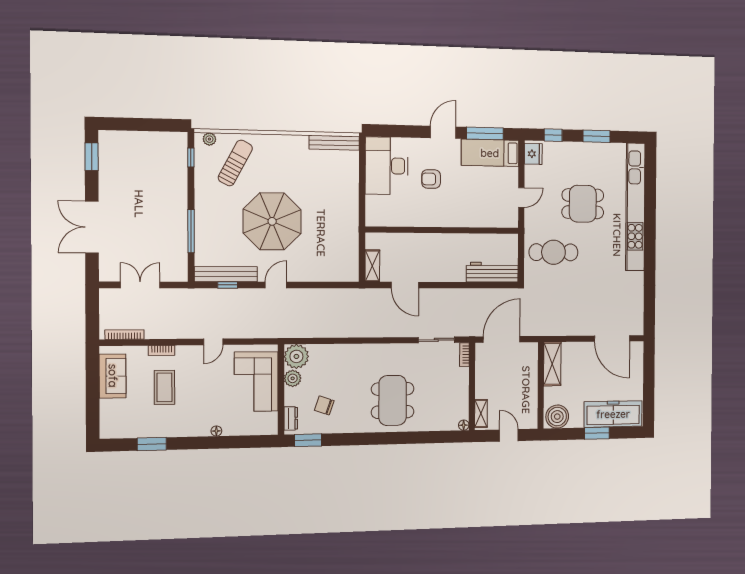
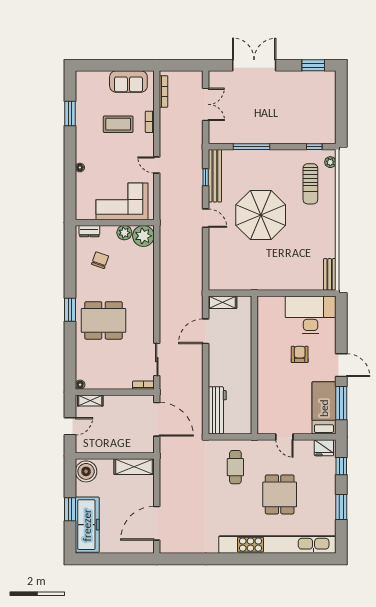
bench: (334, 143) -> (330, 274), width x0.73
sun lounger: (235, 163) -> (310, 184), turned 62
cafe table: (553, 252) -> (235, 467), width x0.73, depth x0.74
window: (308, 440) -> (70, 310), moved

